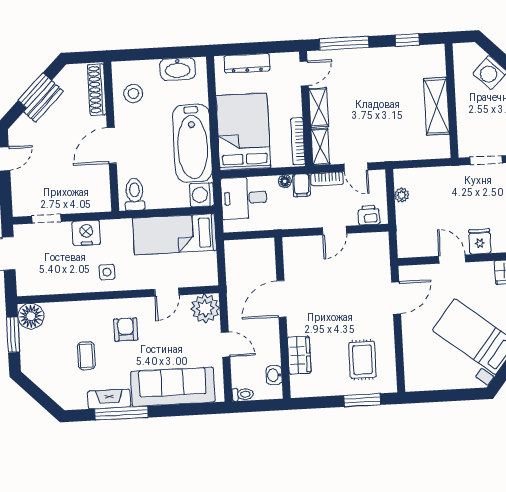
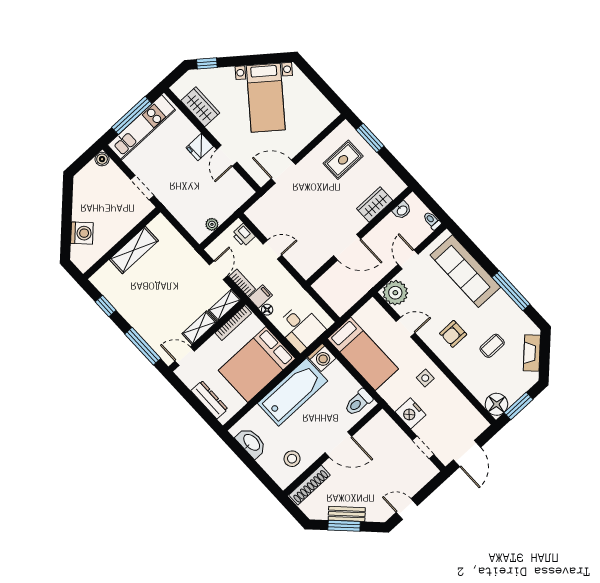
fireplace: (109, 399) -> (532, 353), moved, turned 45

